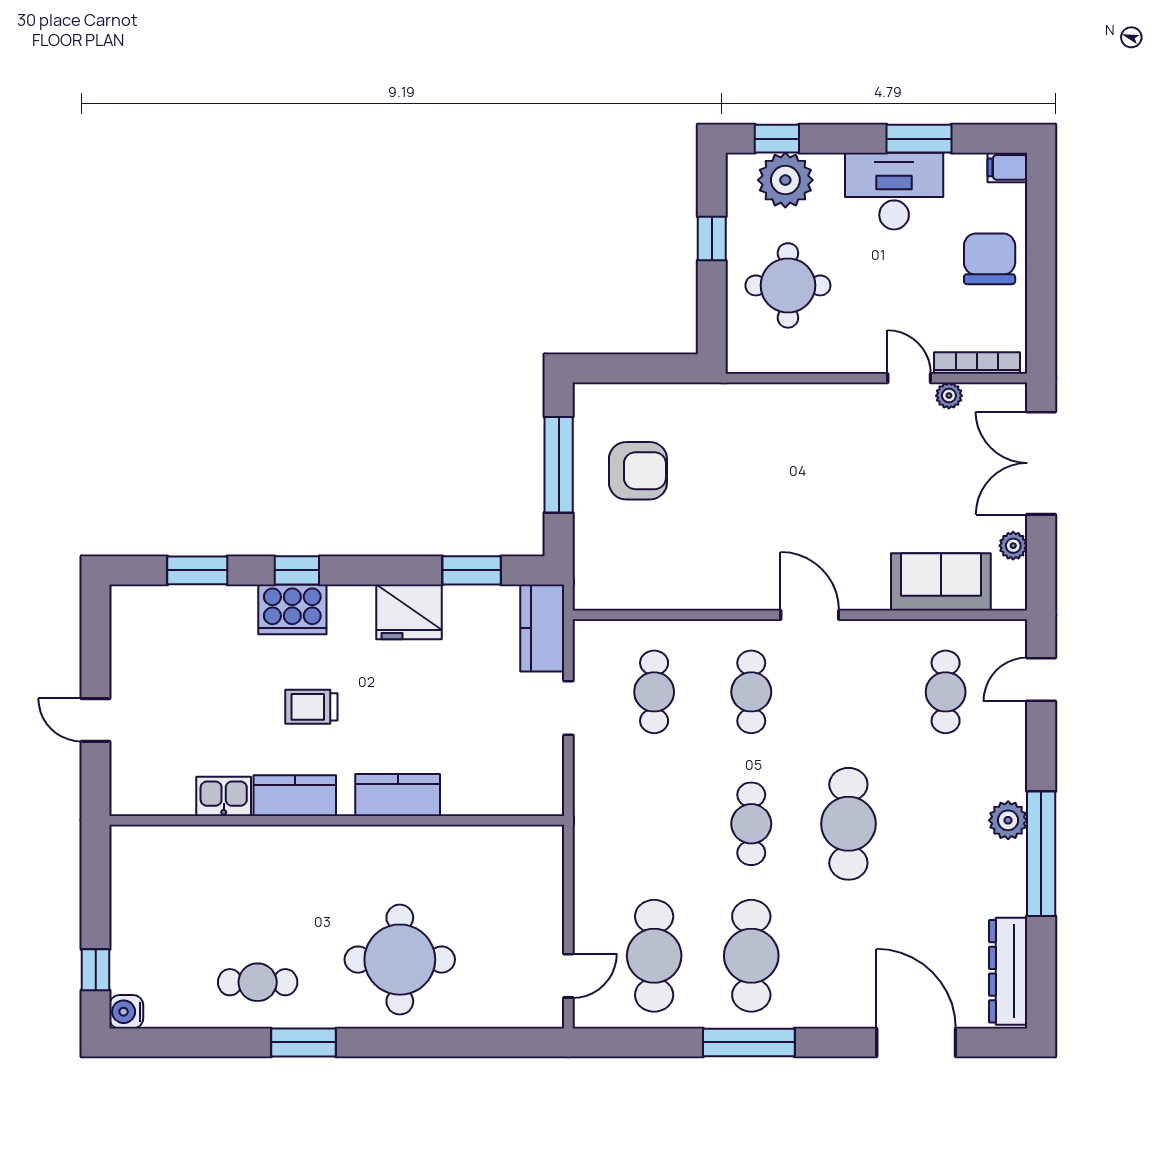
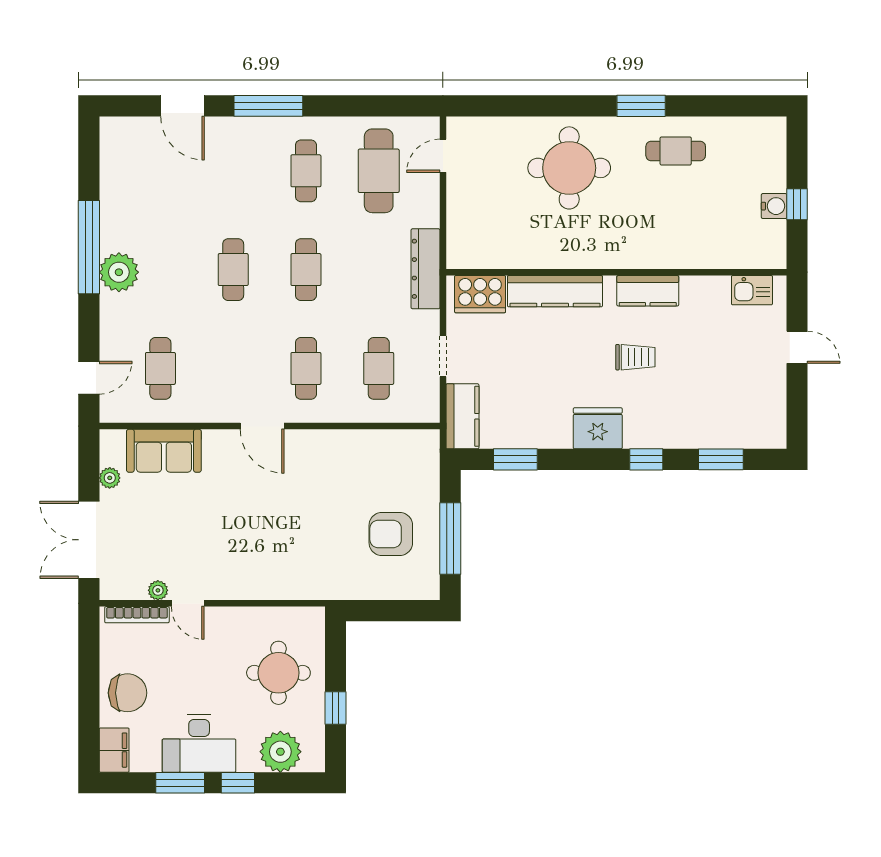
window: (777, 139) -> (238, 783), moved
filing cabinet: (1007, 167) -> (114, 750), width x2.00
chair: (990, 259) -> (128, 693), turned -90
double door: (1041, 463) -> (89, 540), swing flipped
cooker: (292, 609) -> (480, 294), moved, turned 180
fridge: (409, 612) -> (598, 428), moved
kitchen counter: (398, 795) -> (555, 291), width x1.50
kitchen sink: (224, 796) -> (752, 290), moved
plant: (1008, 820) -> (119, 272), width x1.36, depth x1.36
cafe table: (848, 824) -> (233, 270), width x0.73, depth x0.74
cafe table: (751, 956) -> (306, 171), width x0.73, depth x0.74
window: (96, 970) -> (797, 204), moved
dresser: (1008, 971) -> (426, 269), moved, turned 180
water cooler: (126, 1012) -> (774, 206), moved
window: (749, 1042) -> (268, 106), moved
door: (916, 1042) -> (182, 106), width x0.73

